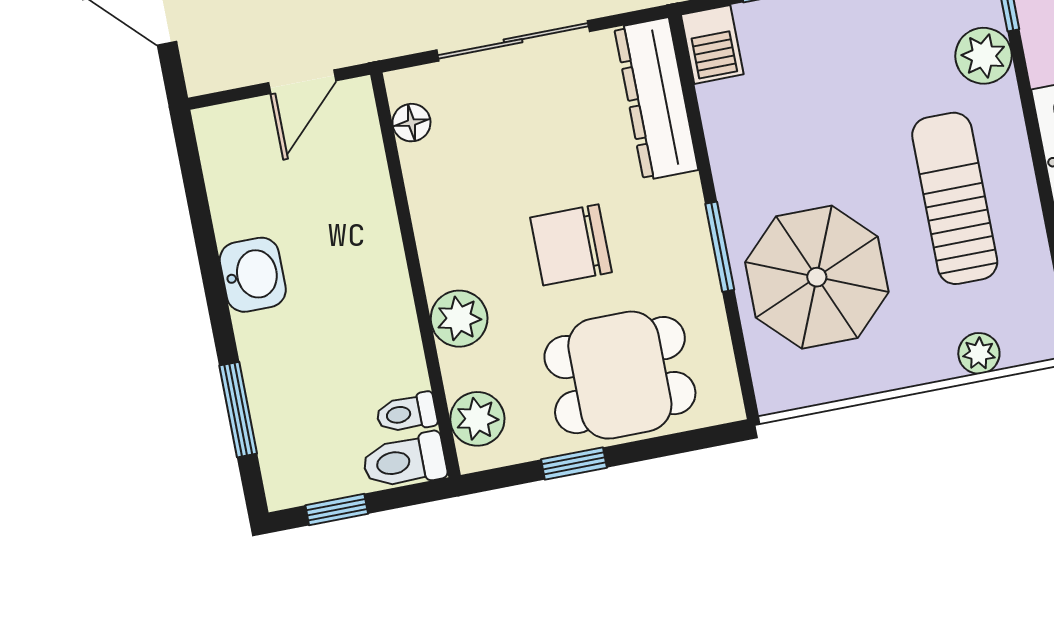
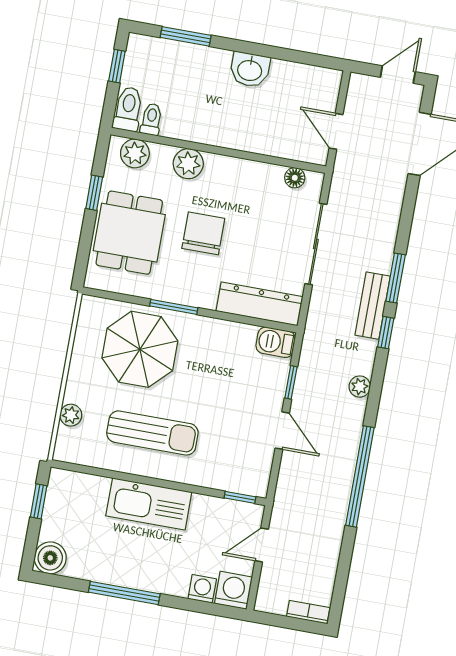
plant: (983, 56) -> (218, 475), removed

